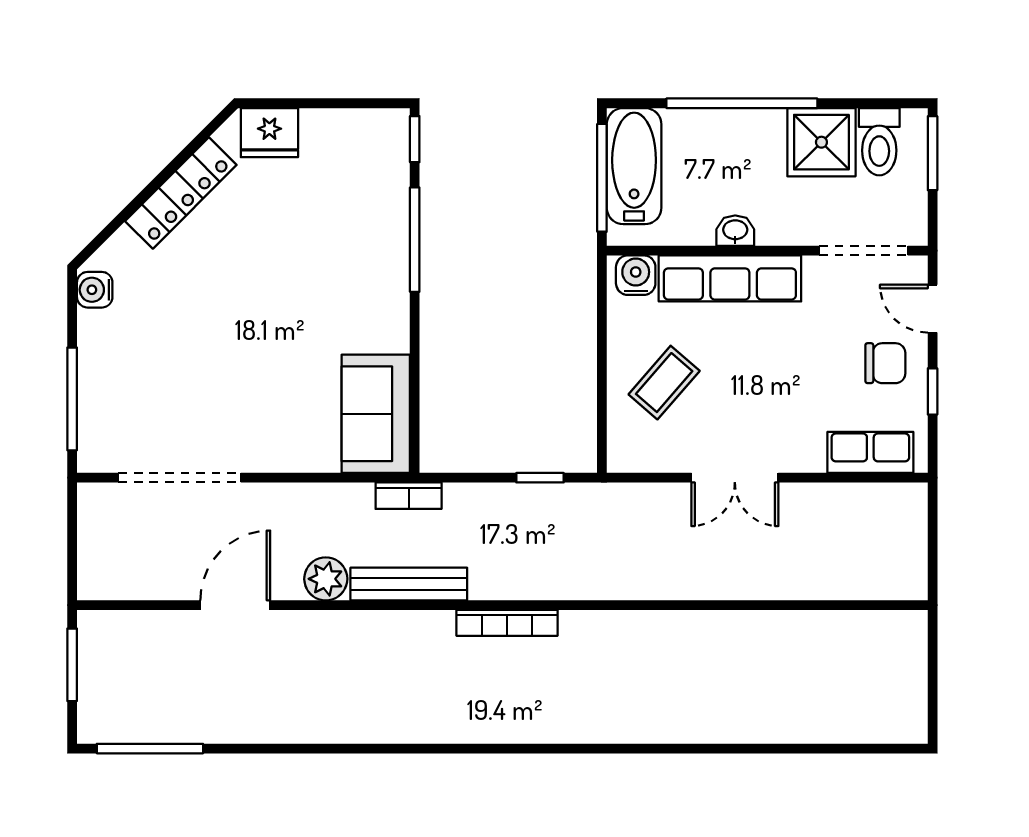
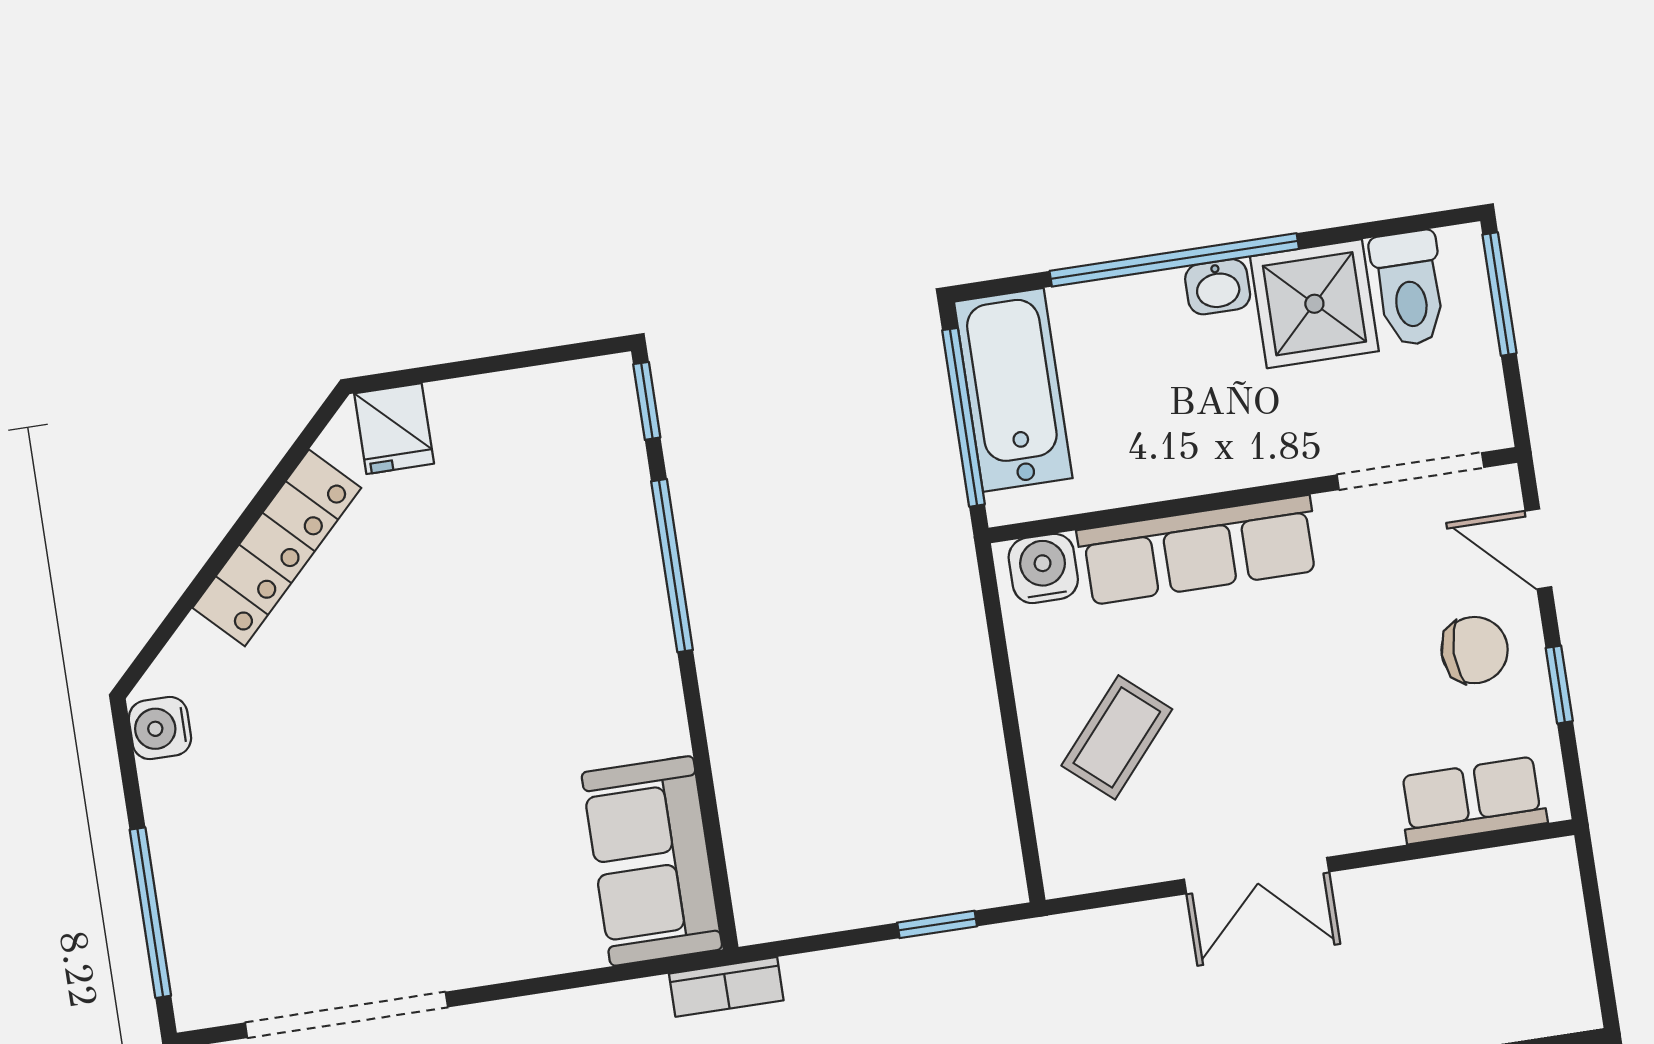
fridge: (269, 133) -> (394, 429), width x0.72
washbasin: (735, 231) -> (1218, 287), moved, turned 180

